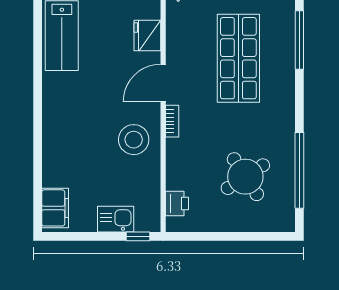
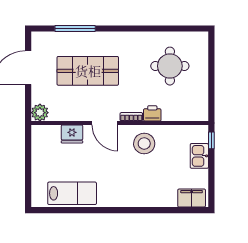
window: (299, 170) -> (166, 28), removed
round table: (245, 177) -> (170, 66), turned 33
printer: (177, 203) -> (152, 113), moved

